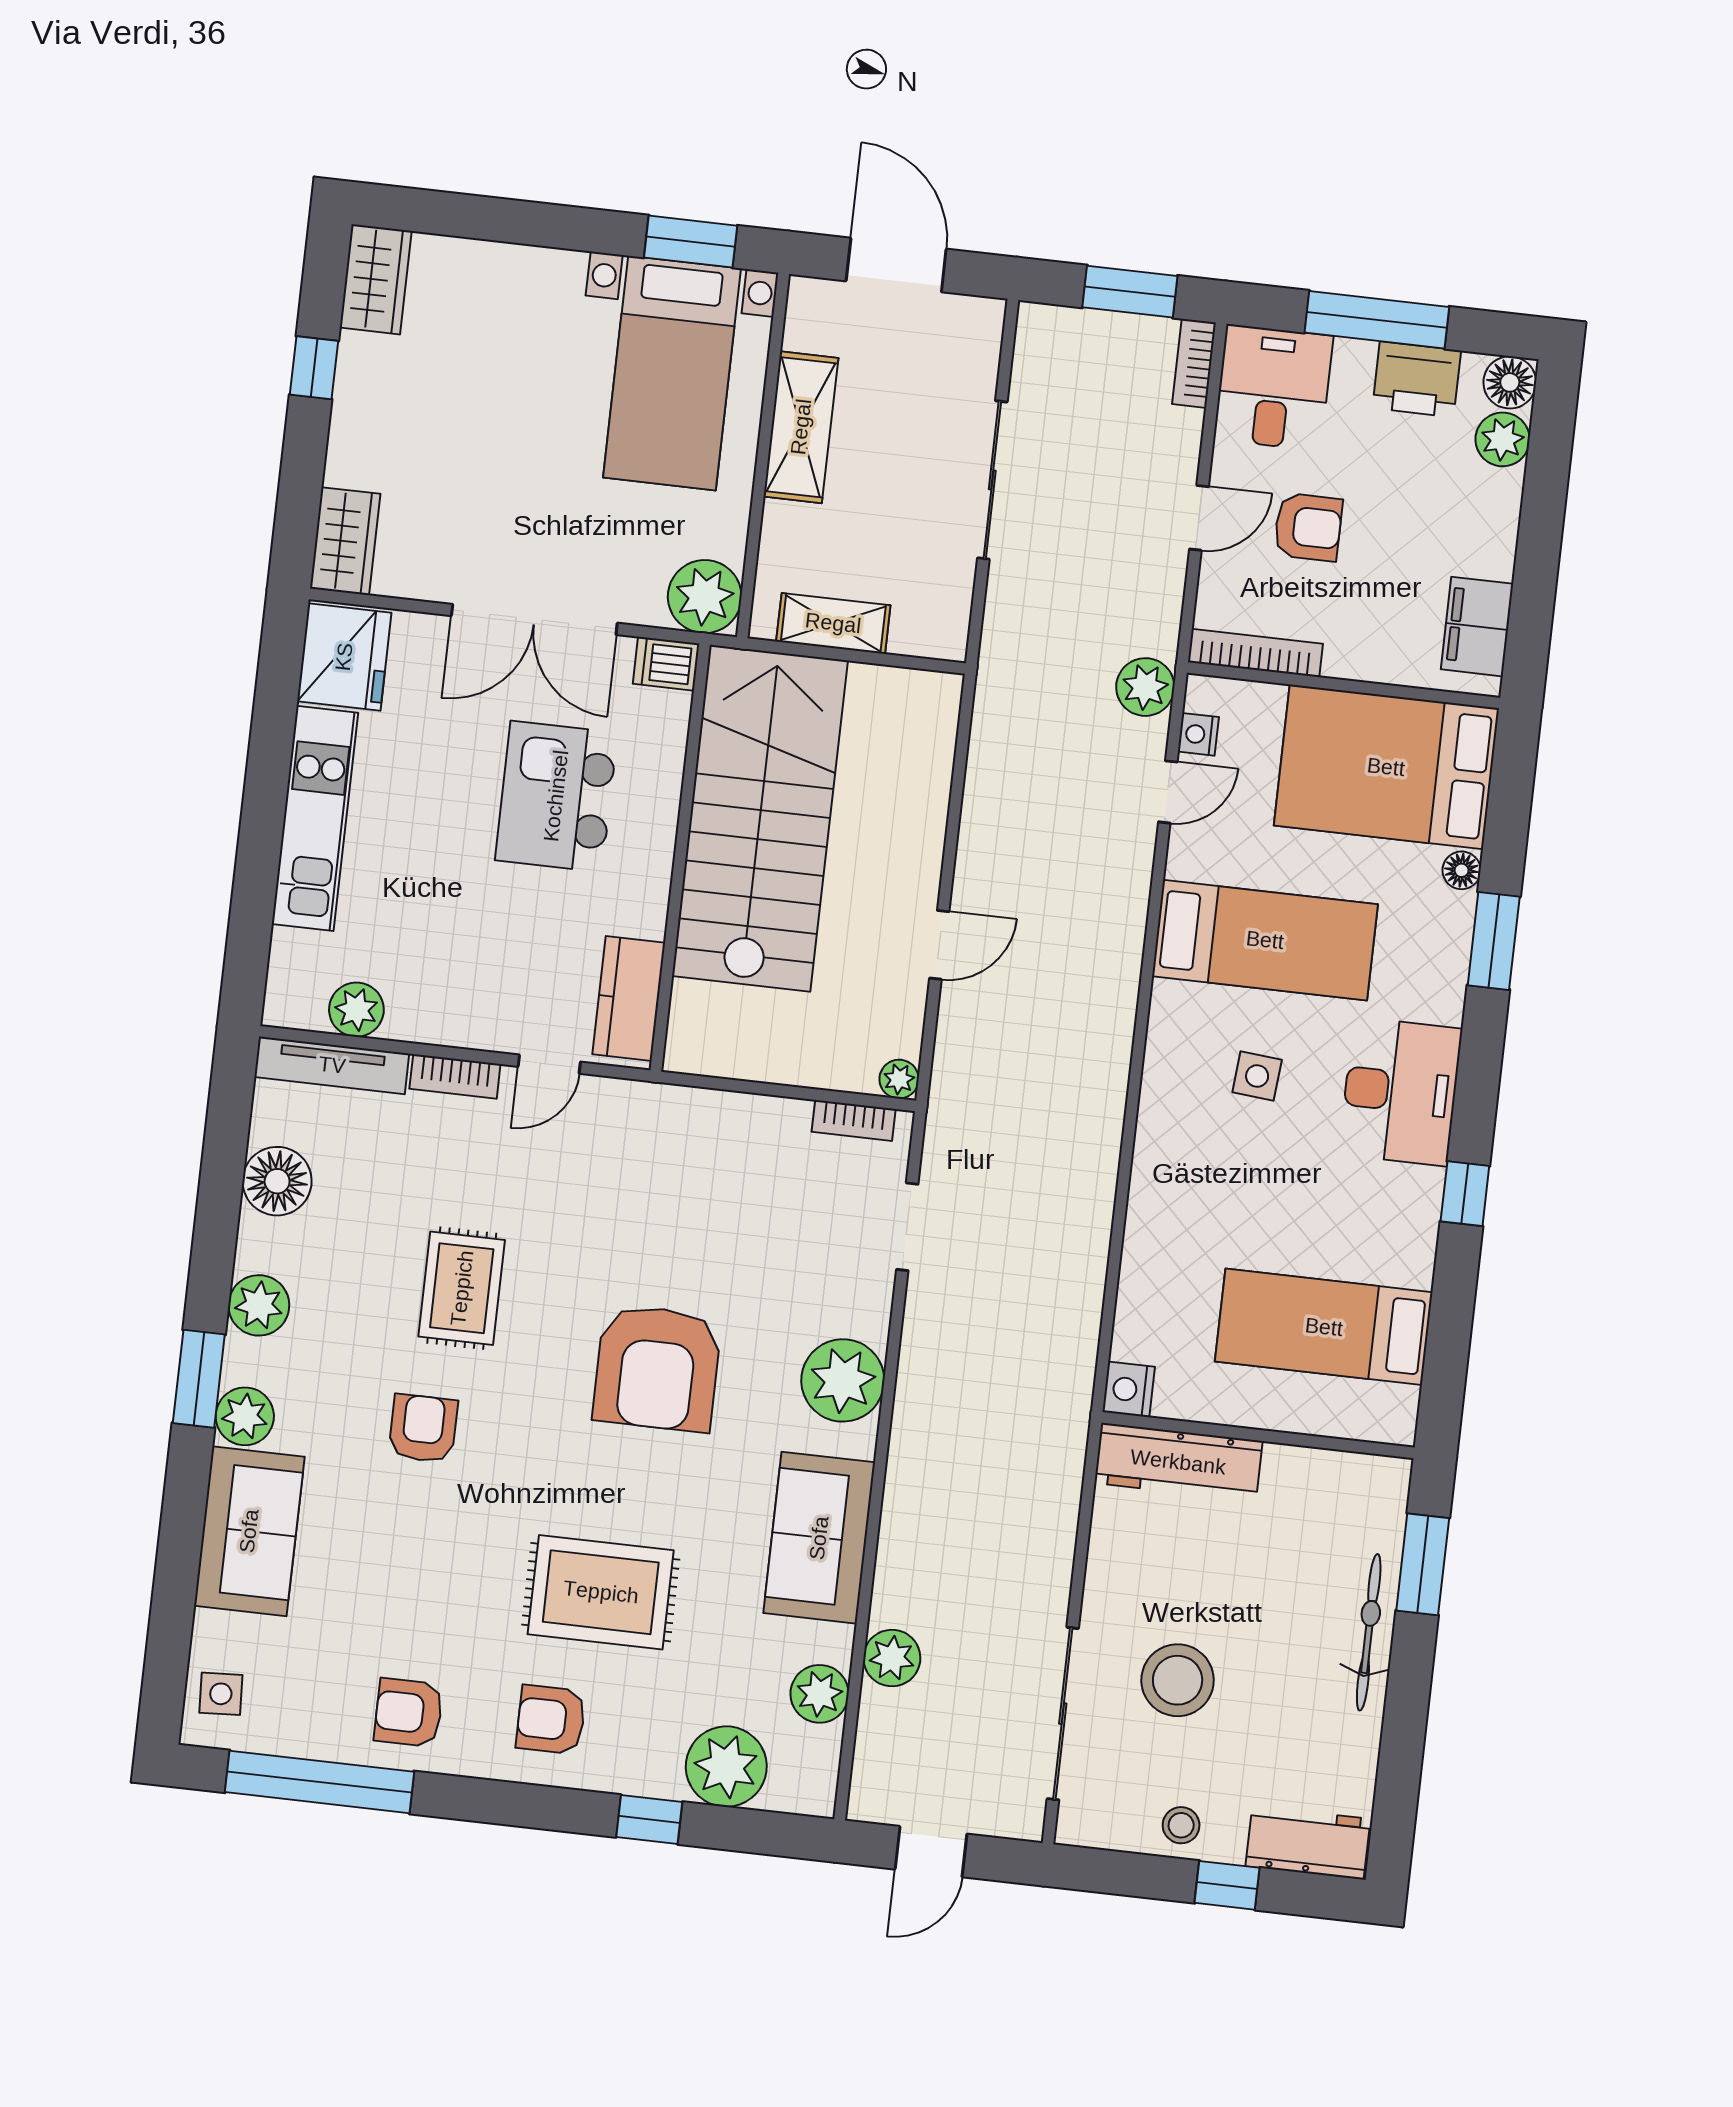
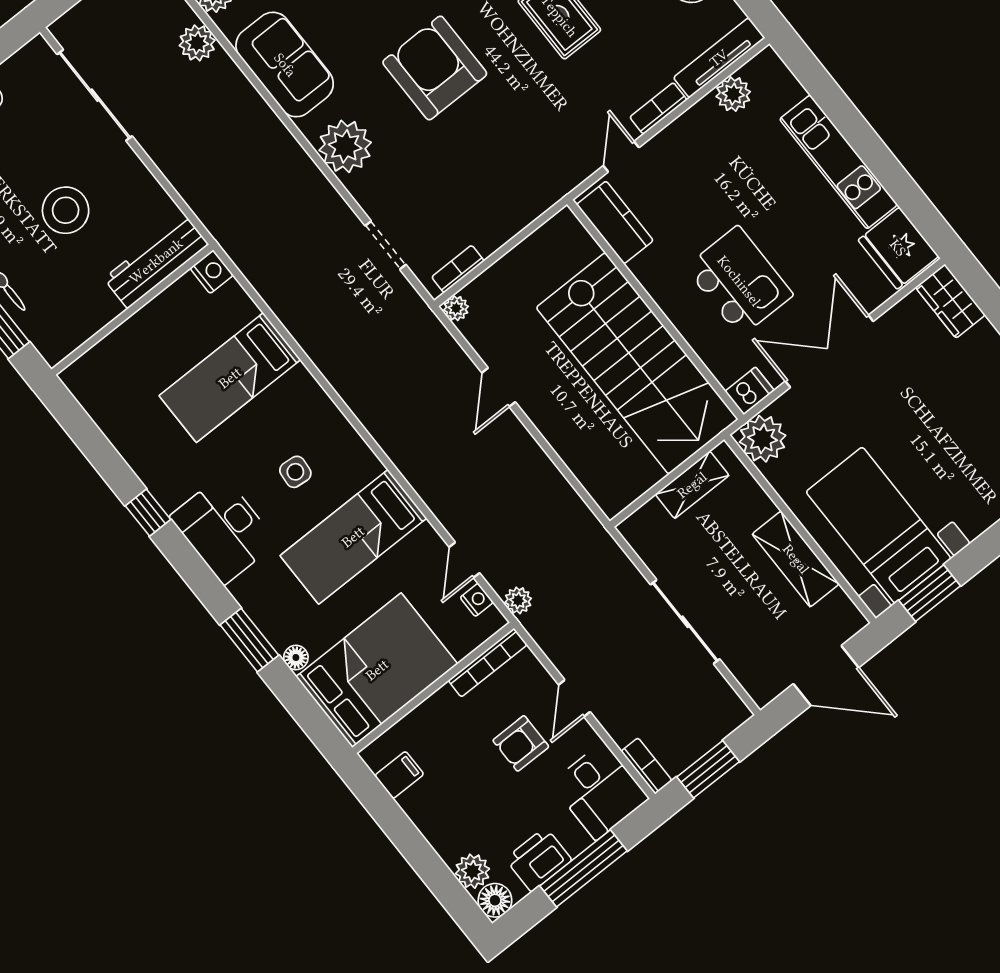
filing cabinet: (1477, 627) -> (399, 775), width x0.50
plant: (1145, 687) -> (518, 600), width x0.73, depth x0.73
bed: (1324, 1327) -> (230, 378), moved, turned 180
stool: (1178, 1680) -> (66, 210), moved

